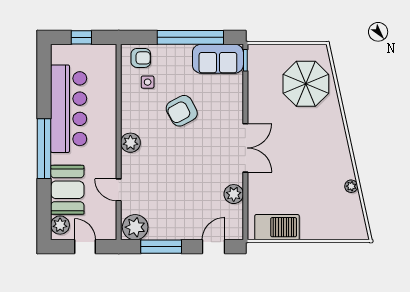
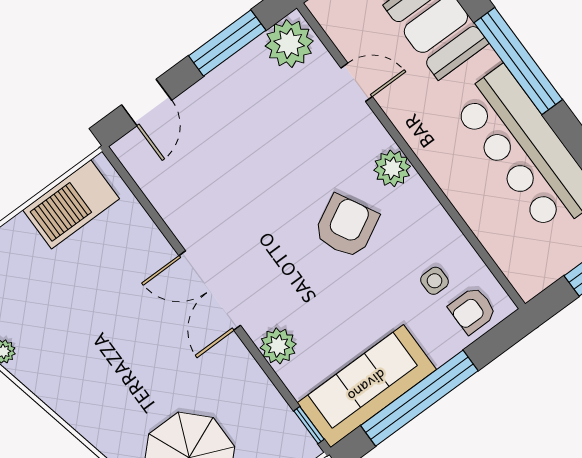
sofa: (218, 59) -> (367, 386), width x1.36
armchair: (182, 111) -> (346, 226), moved
plant: (234, 194) -> (278, 346), moved

